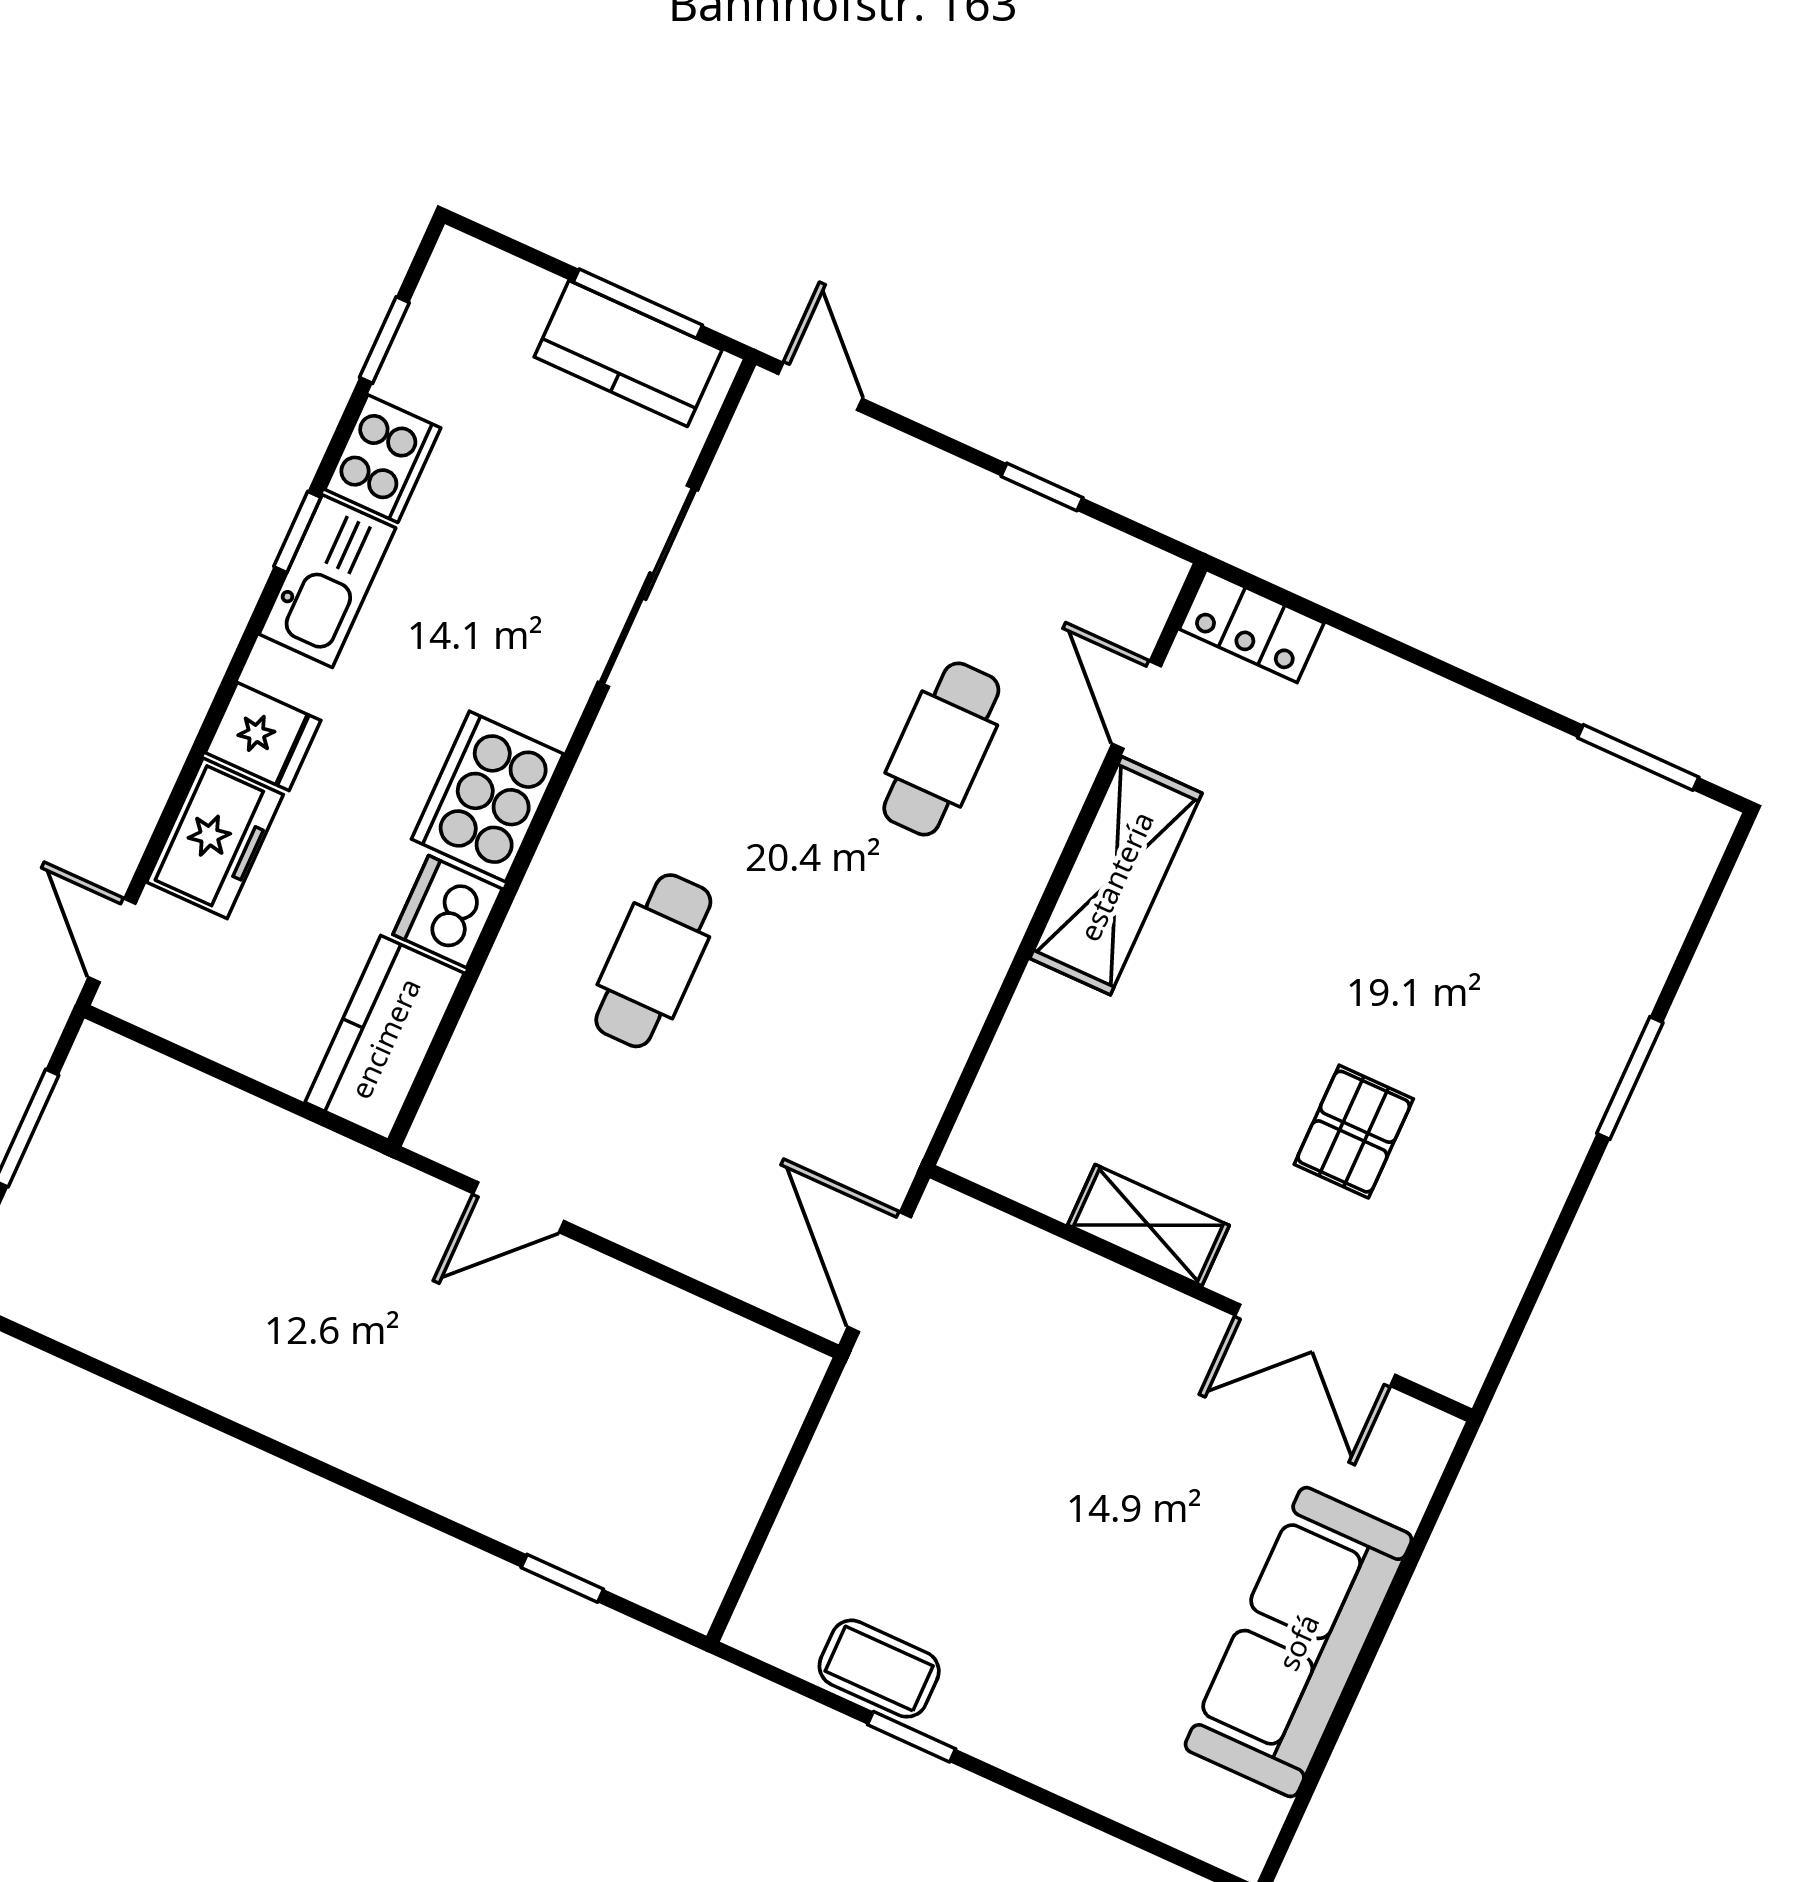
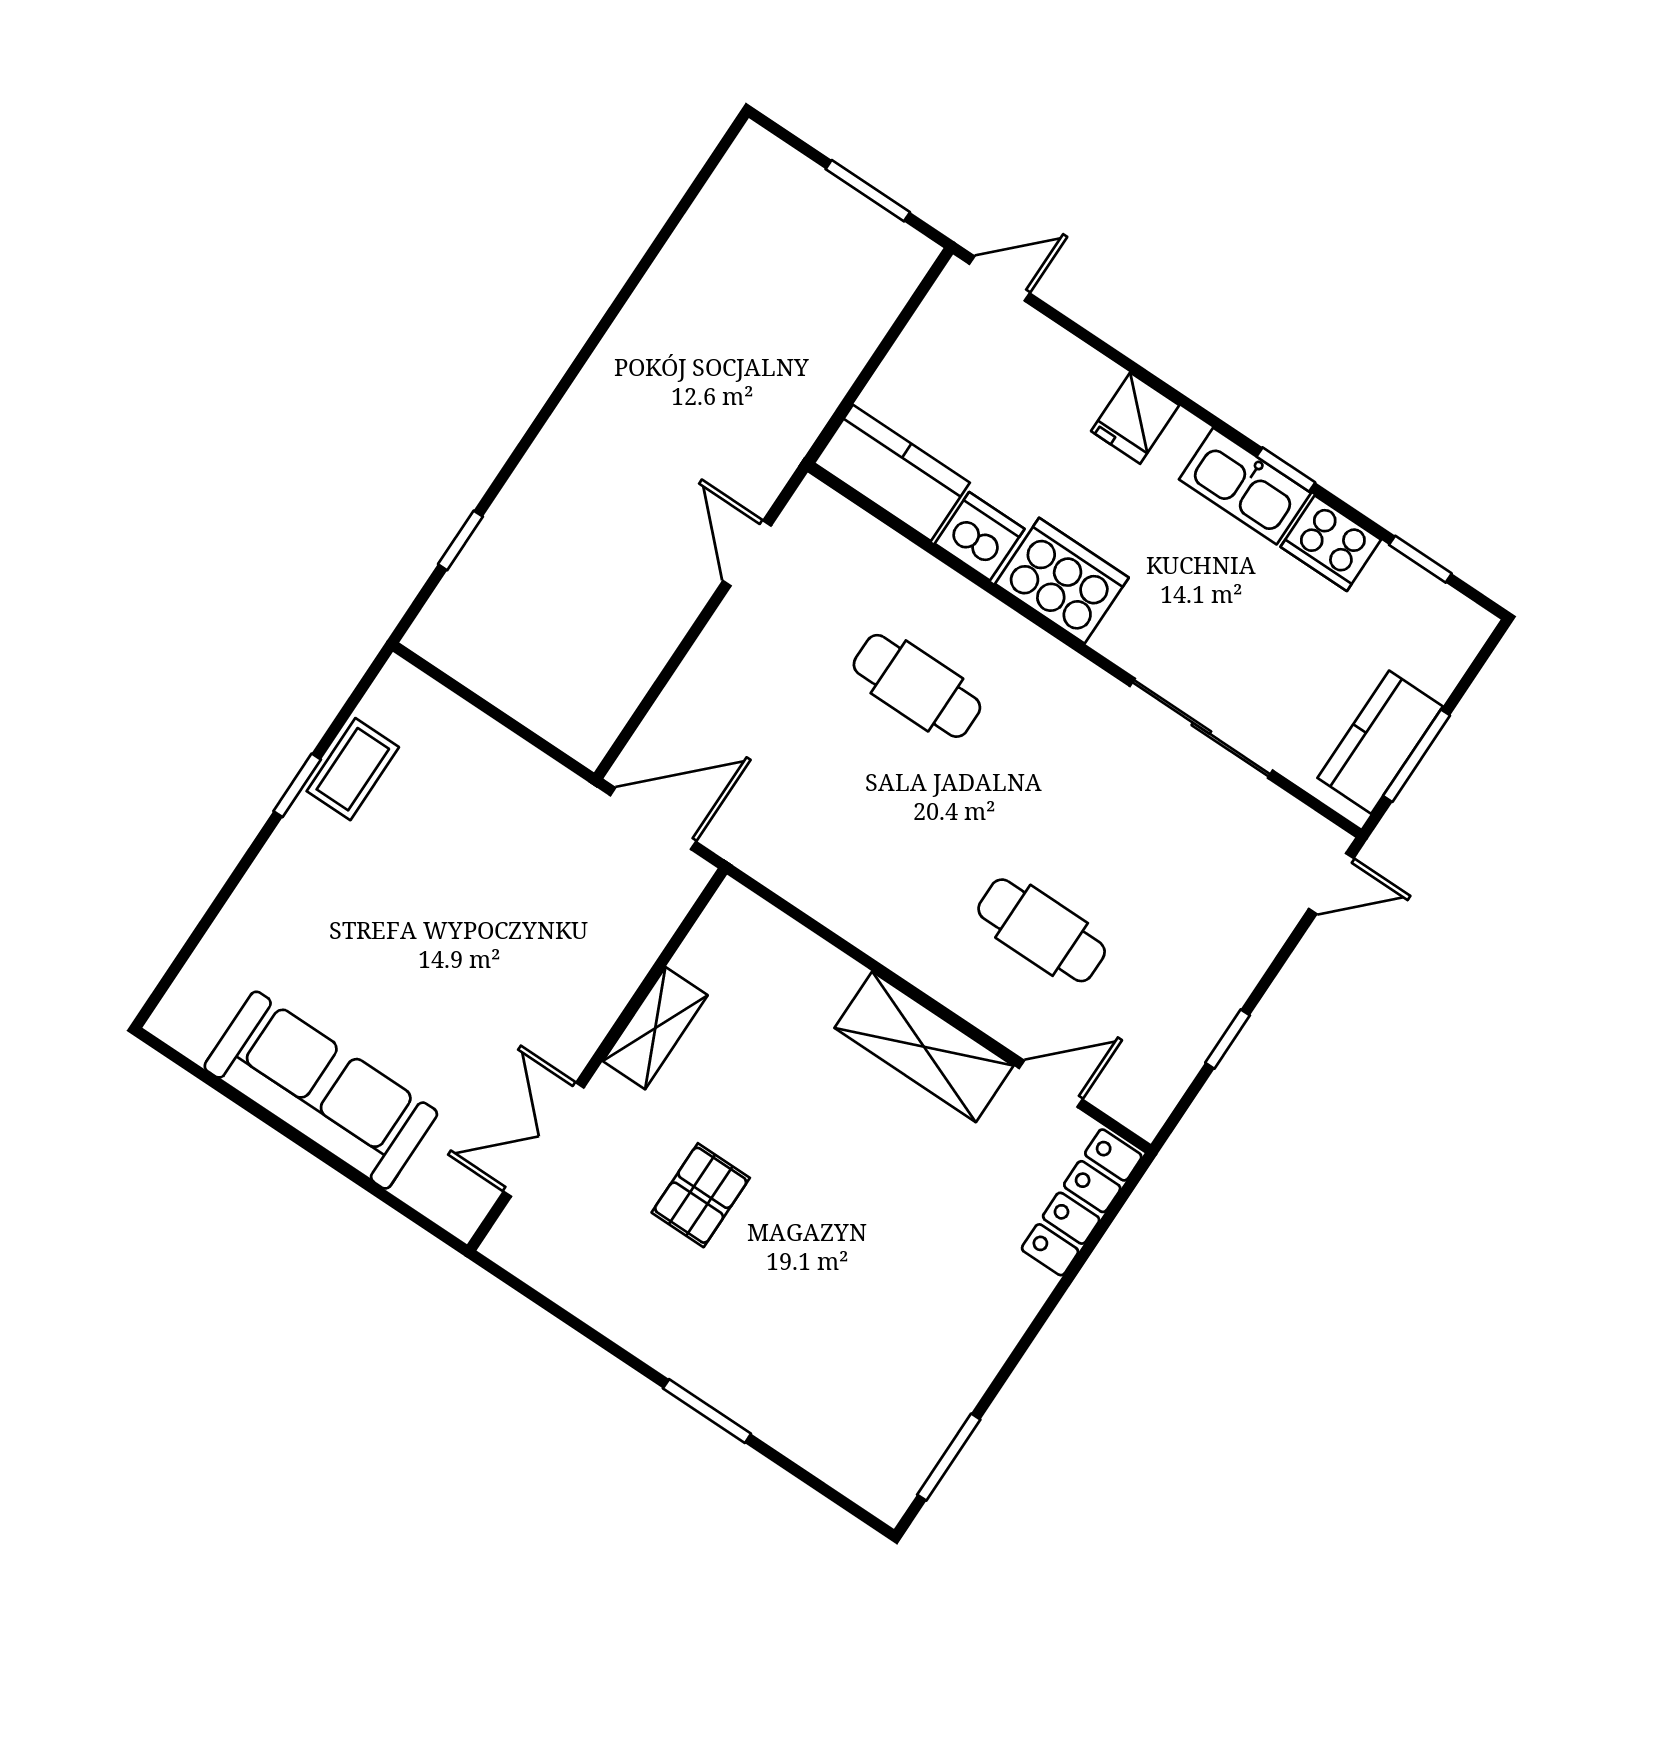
locker: (1252, 626) -> (1082, 1202), width x1.53
freezer: (215, 838) -> (1064, 369), removed
pallet: (1354, 1132) -> (701, 1195), turned 90

